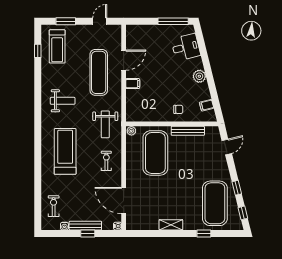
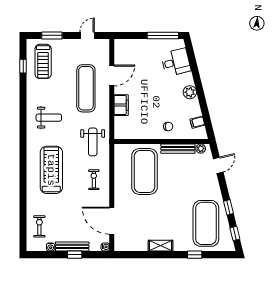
filing cabinet: (133, 84) -> (121, 105), width x2.00
plant: (131, 131) -> (201, 149), moved

